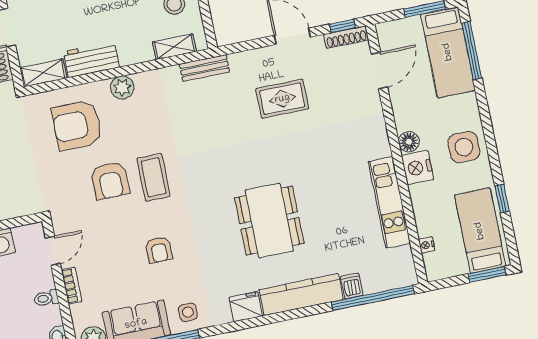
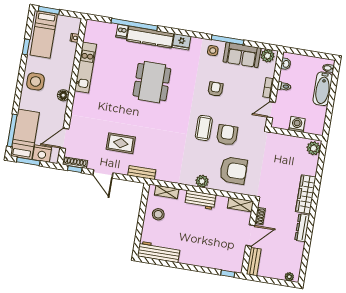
workbench: (91, 59) -> (200, 200), moved
bench: (205, 68) -> (142, 173), moved
nightstand: (418, 168) -> (42, 154), moved, turned 90
window: (373, 298) -> (134, 24), moved

